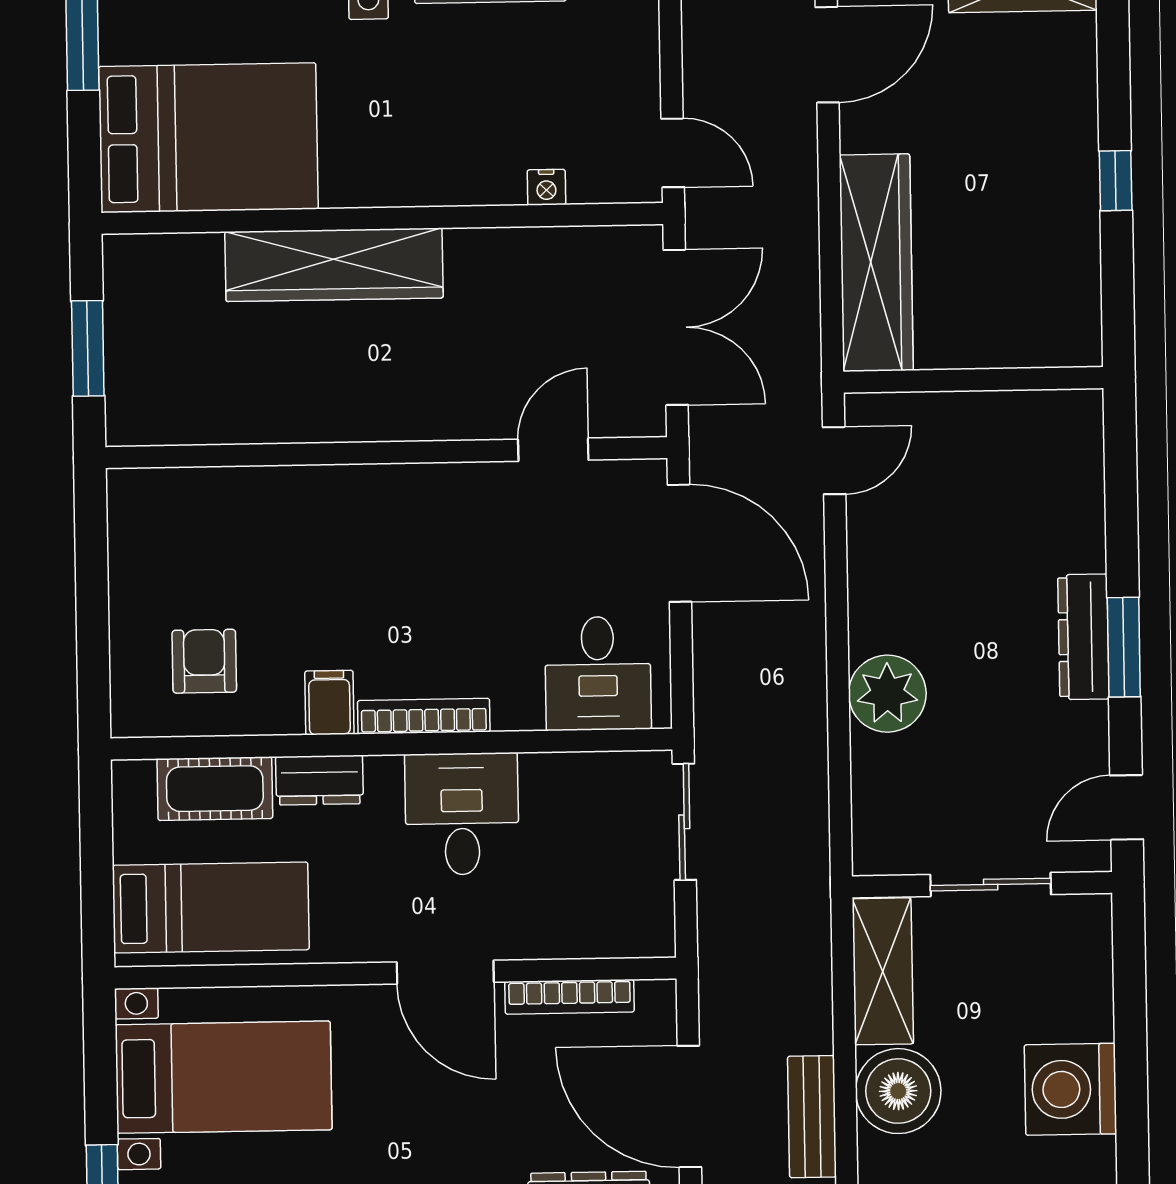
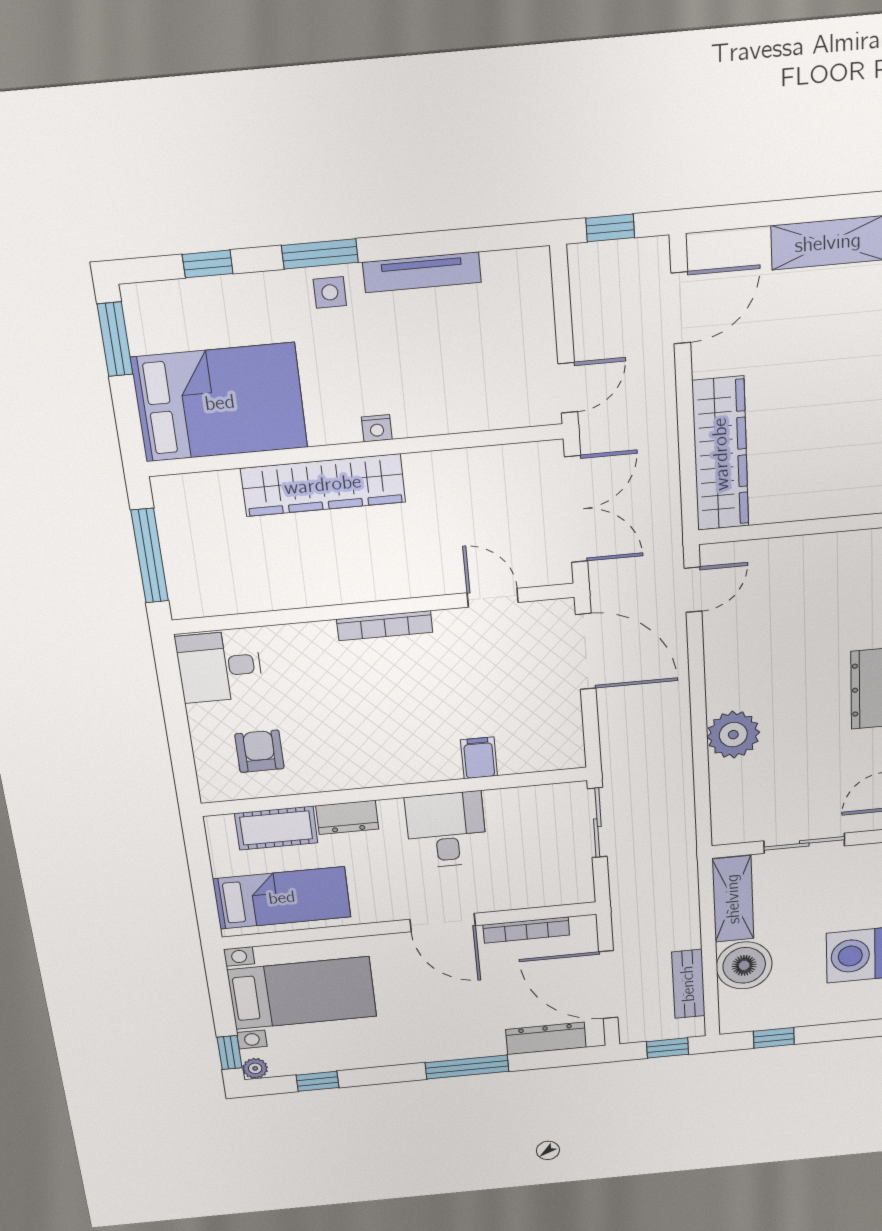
door: (673, 153) -> (568, 388), hinge flipped
nightstand: (546, 187) -> (377, 428), moved
window: (88, 348) -> (150, 556), width x1.44
door: (553, 450) -> (493, 598), hinge flipped
desk: (598, 673) -> (220, 667), moved, turned 90
filing cabinet: (329, 703) -> (479, 758), moved
bookcase: (424, 716) -> (385, 626), moved, turned 180

